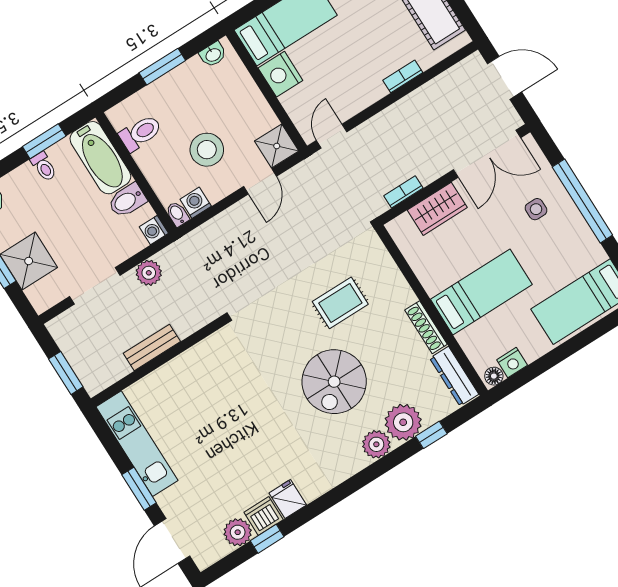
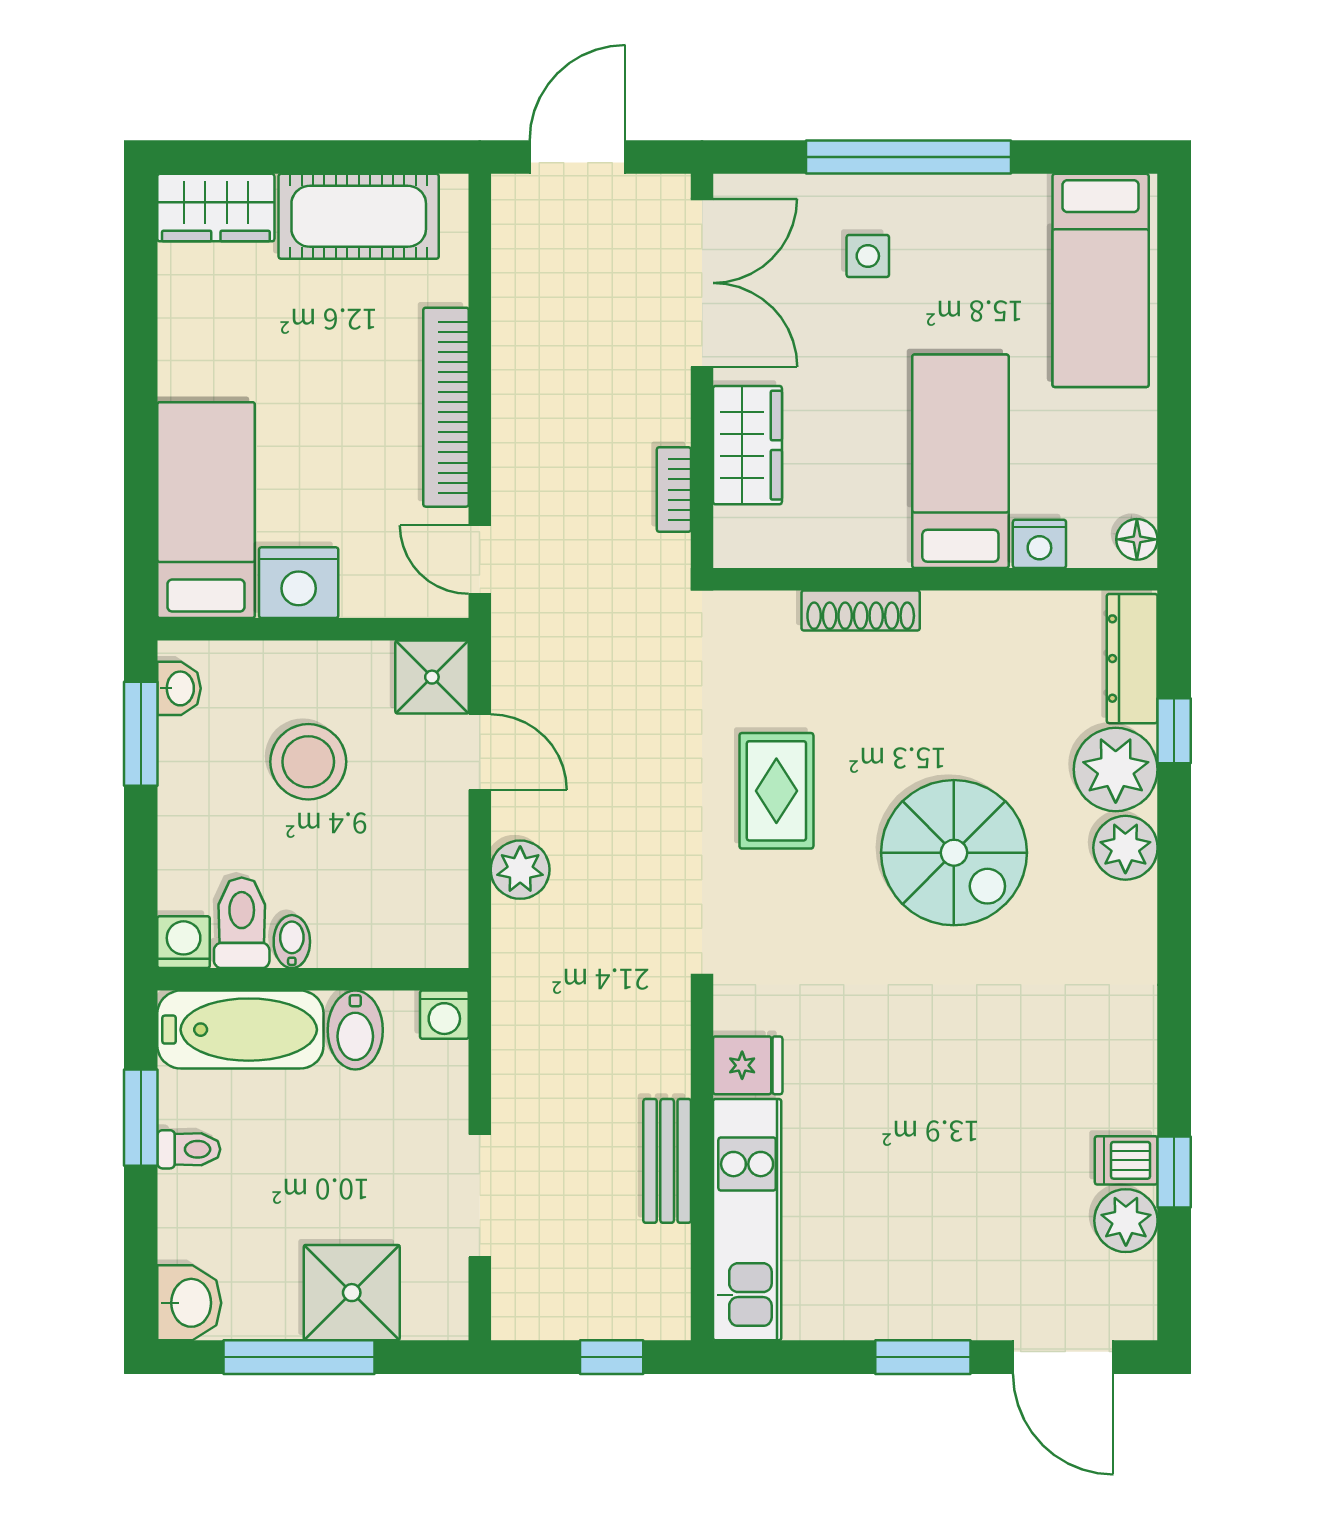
window: (162, 67) -> (141, 734), moved
bookcase: (403, 76) -> (446, 407), width x2.31, depth x1.31
stool: (207, 150) -> (308, 762), moved
washing machine: (196, 203) -> (184, 942), moved, turned 90
bidet: (177, 214) -> (292, 942), moved, turned 90
plant: (149, 273) -> (520, 870), moved
rug: (340, 303) -> (776, 791), moved
shoe rack: (426, 327) -> (861, 611), moved
nightstand: (512, 363) -> (1039, 544), moved, turned 90
window: (66, 373) -> (612, 1357), width x0.67
dresser: (454, 376) -> (1132, 659), moved, turned 90
kitchen unit: (137, 444) -> (747, 1220), moved, turned 90
fridge: (288, 499) -> (748, 1065), moved, turned 180
dishwasher: (264, 516) -> (1126, 1160), width x0.73

